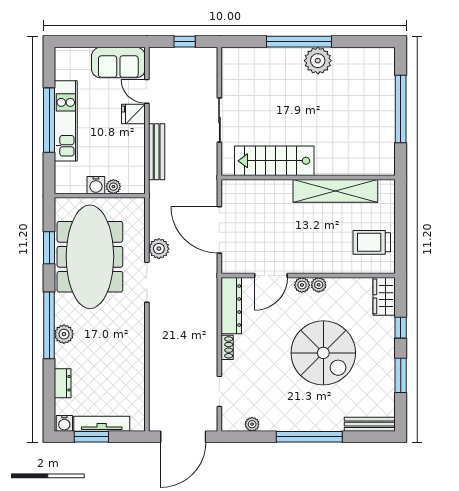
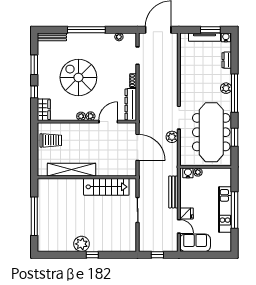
window: (299, 42) -> (92, 255), width x0.32
water cooler: (96, 185) -> (188, 173), moved

